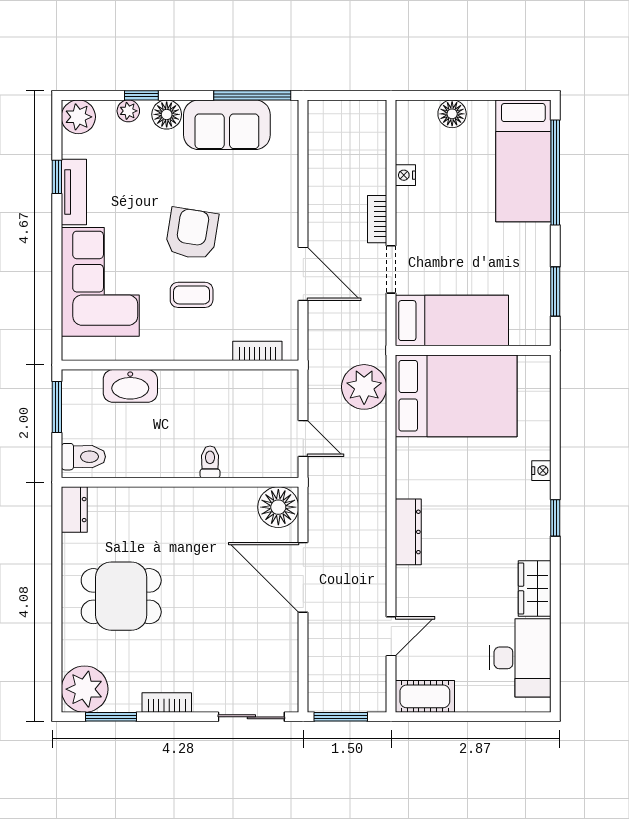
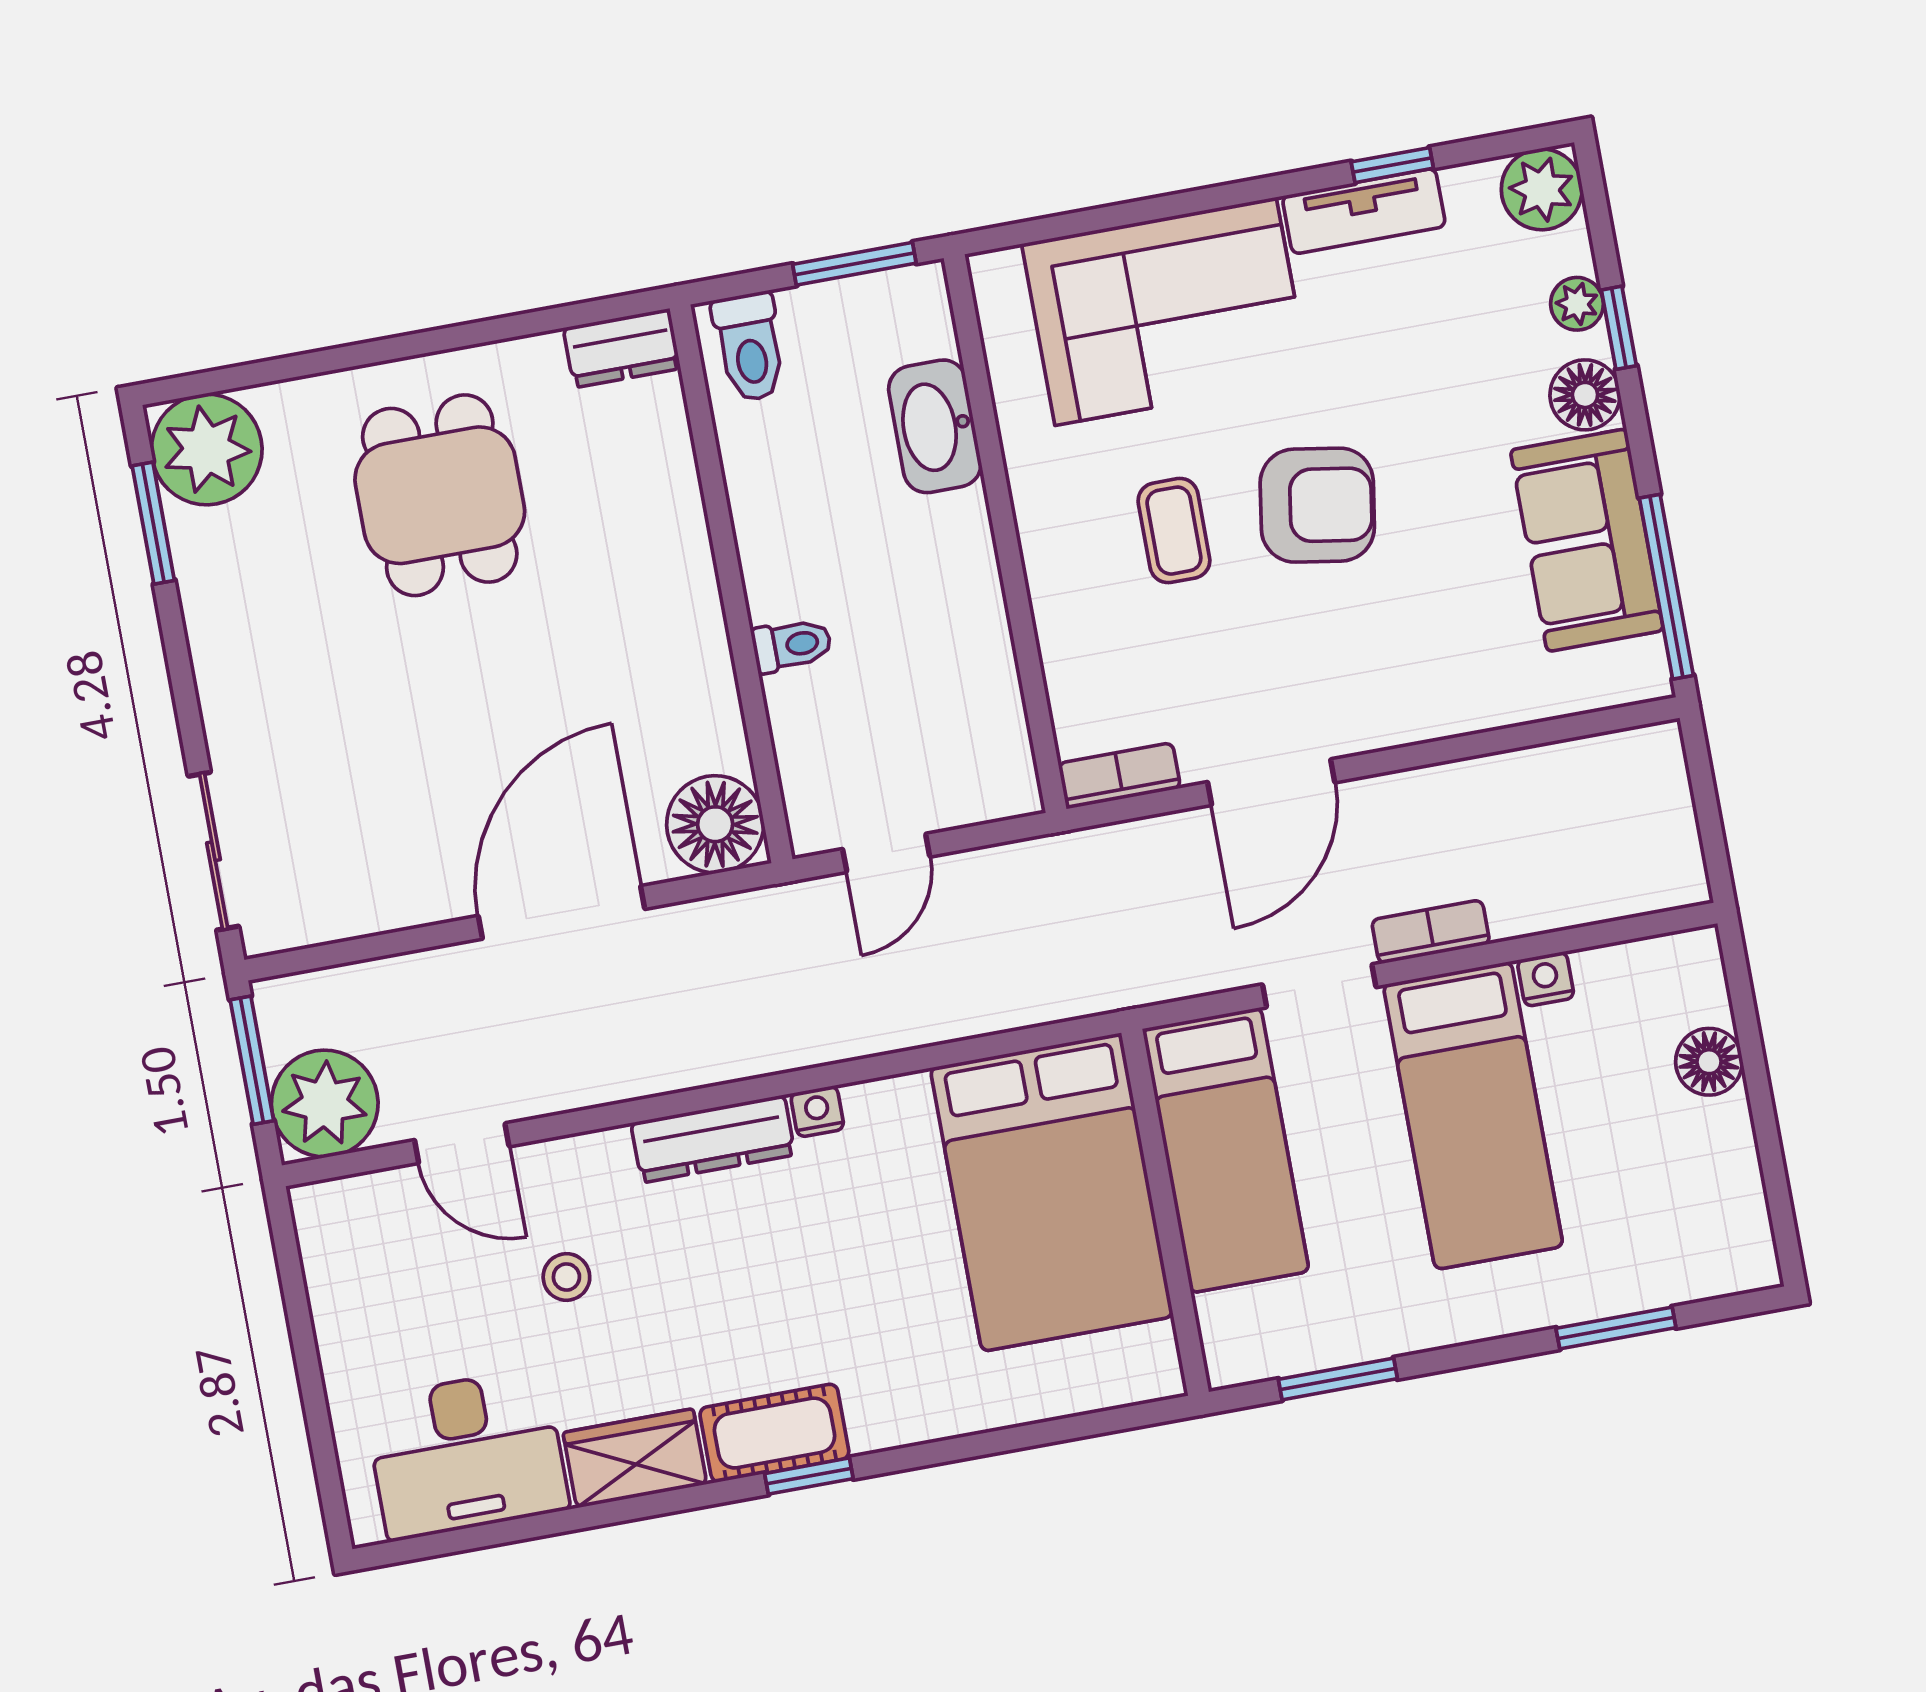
bed: (523, 161) -> (1473, 1116), moved, turned -90
window: (555, 173) -> (1616, 1328), width x0.47
bookcase: (257, 351) -> (1119, 776), moved, turned -90
plant: (364, 387) -> (325, 1103), moved
nightstand: (541, 471) -> (817, 1111), moved, turned 180
stool: (454, 603) -> (566, 1277), added
cot: (425, 696) -> (774, 1433), moved, turned 90
bookcase: (167, 703) -> (211, 647), removed

